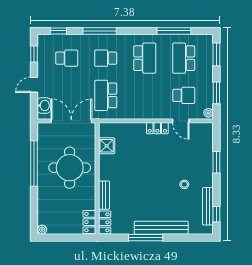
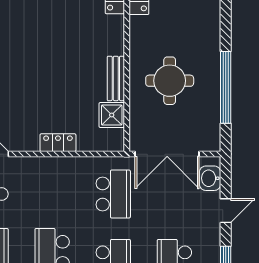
locker: (157, 128) -> (58, 143), moved
round table: (70, 168) -> (170, 81), width x0.73, depth x0.73
bench: (104, 195) -> (116, 78), moved

